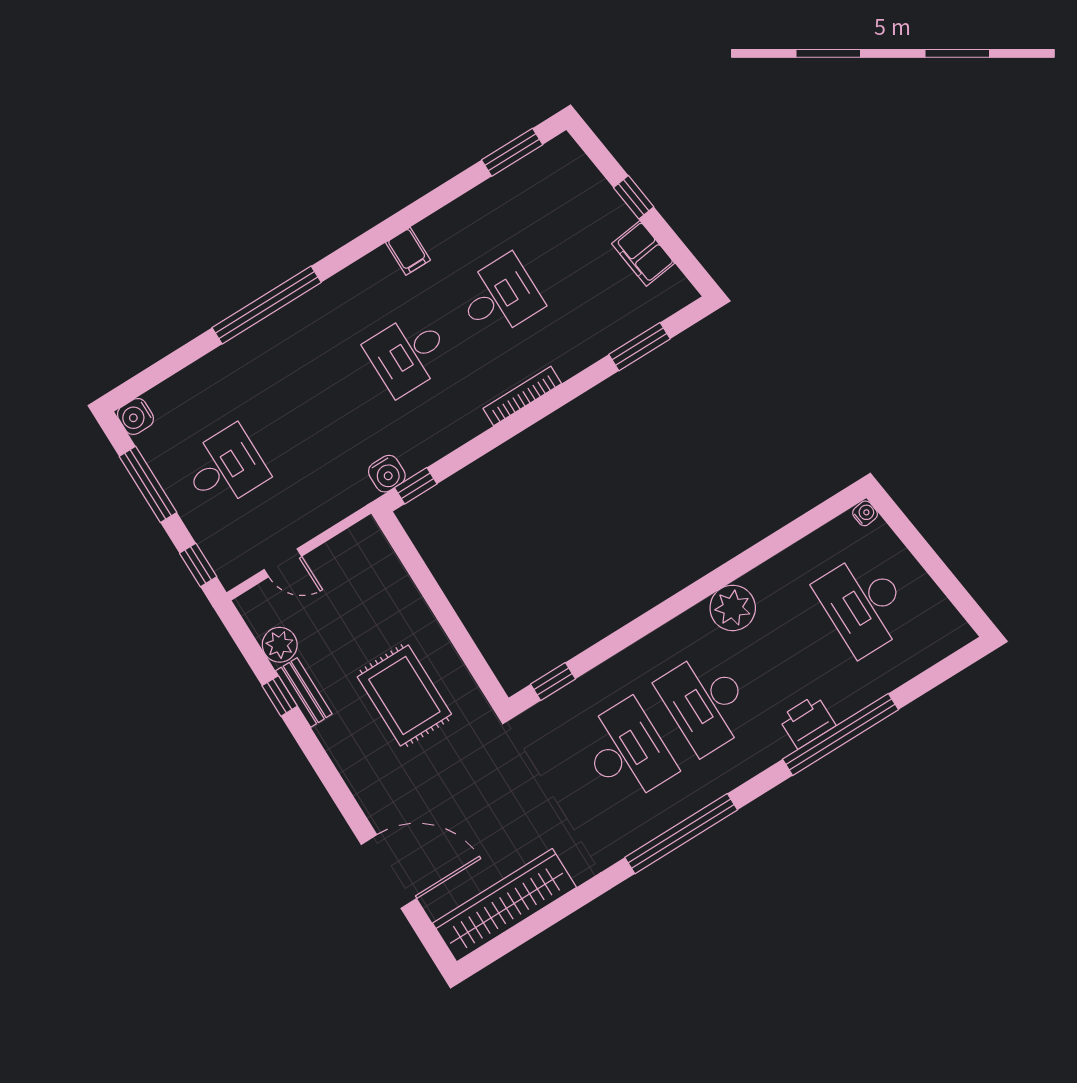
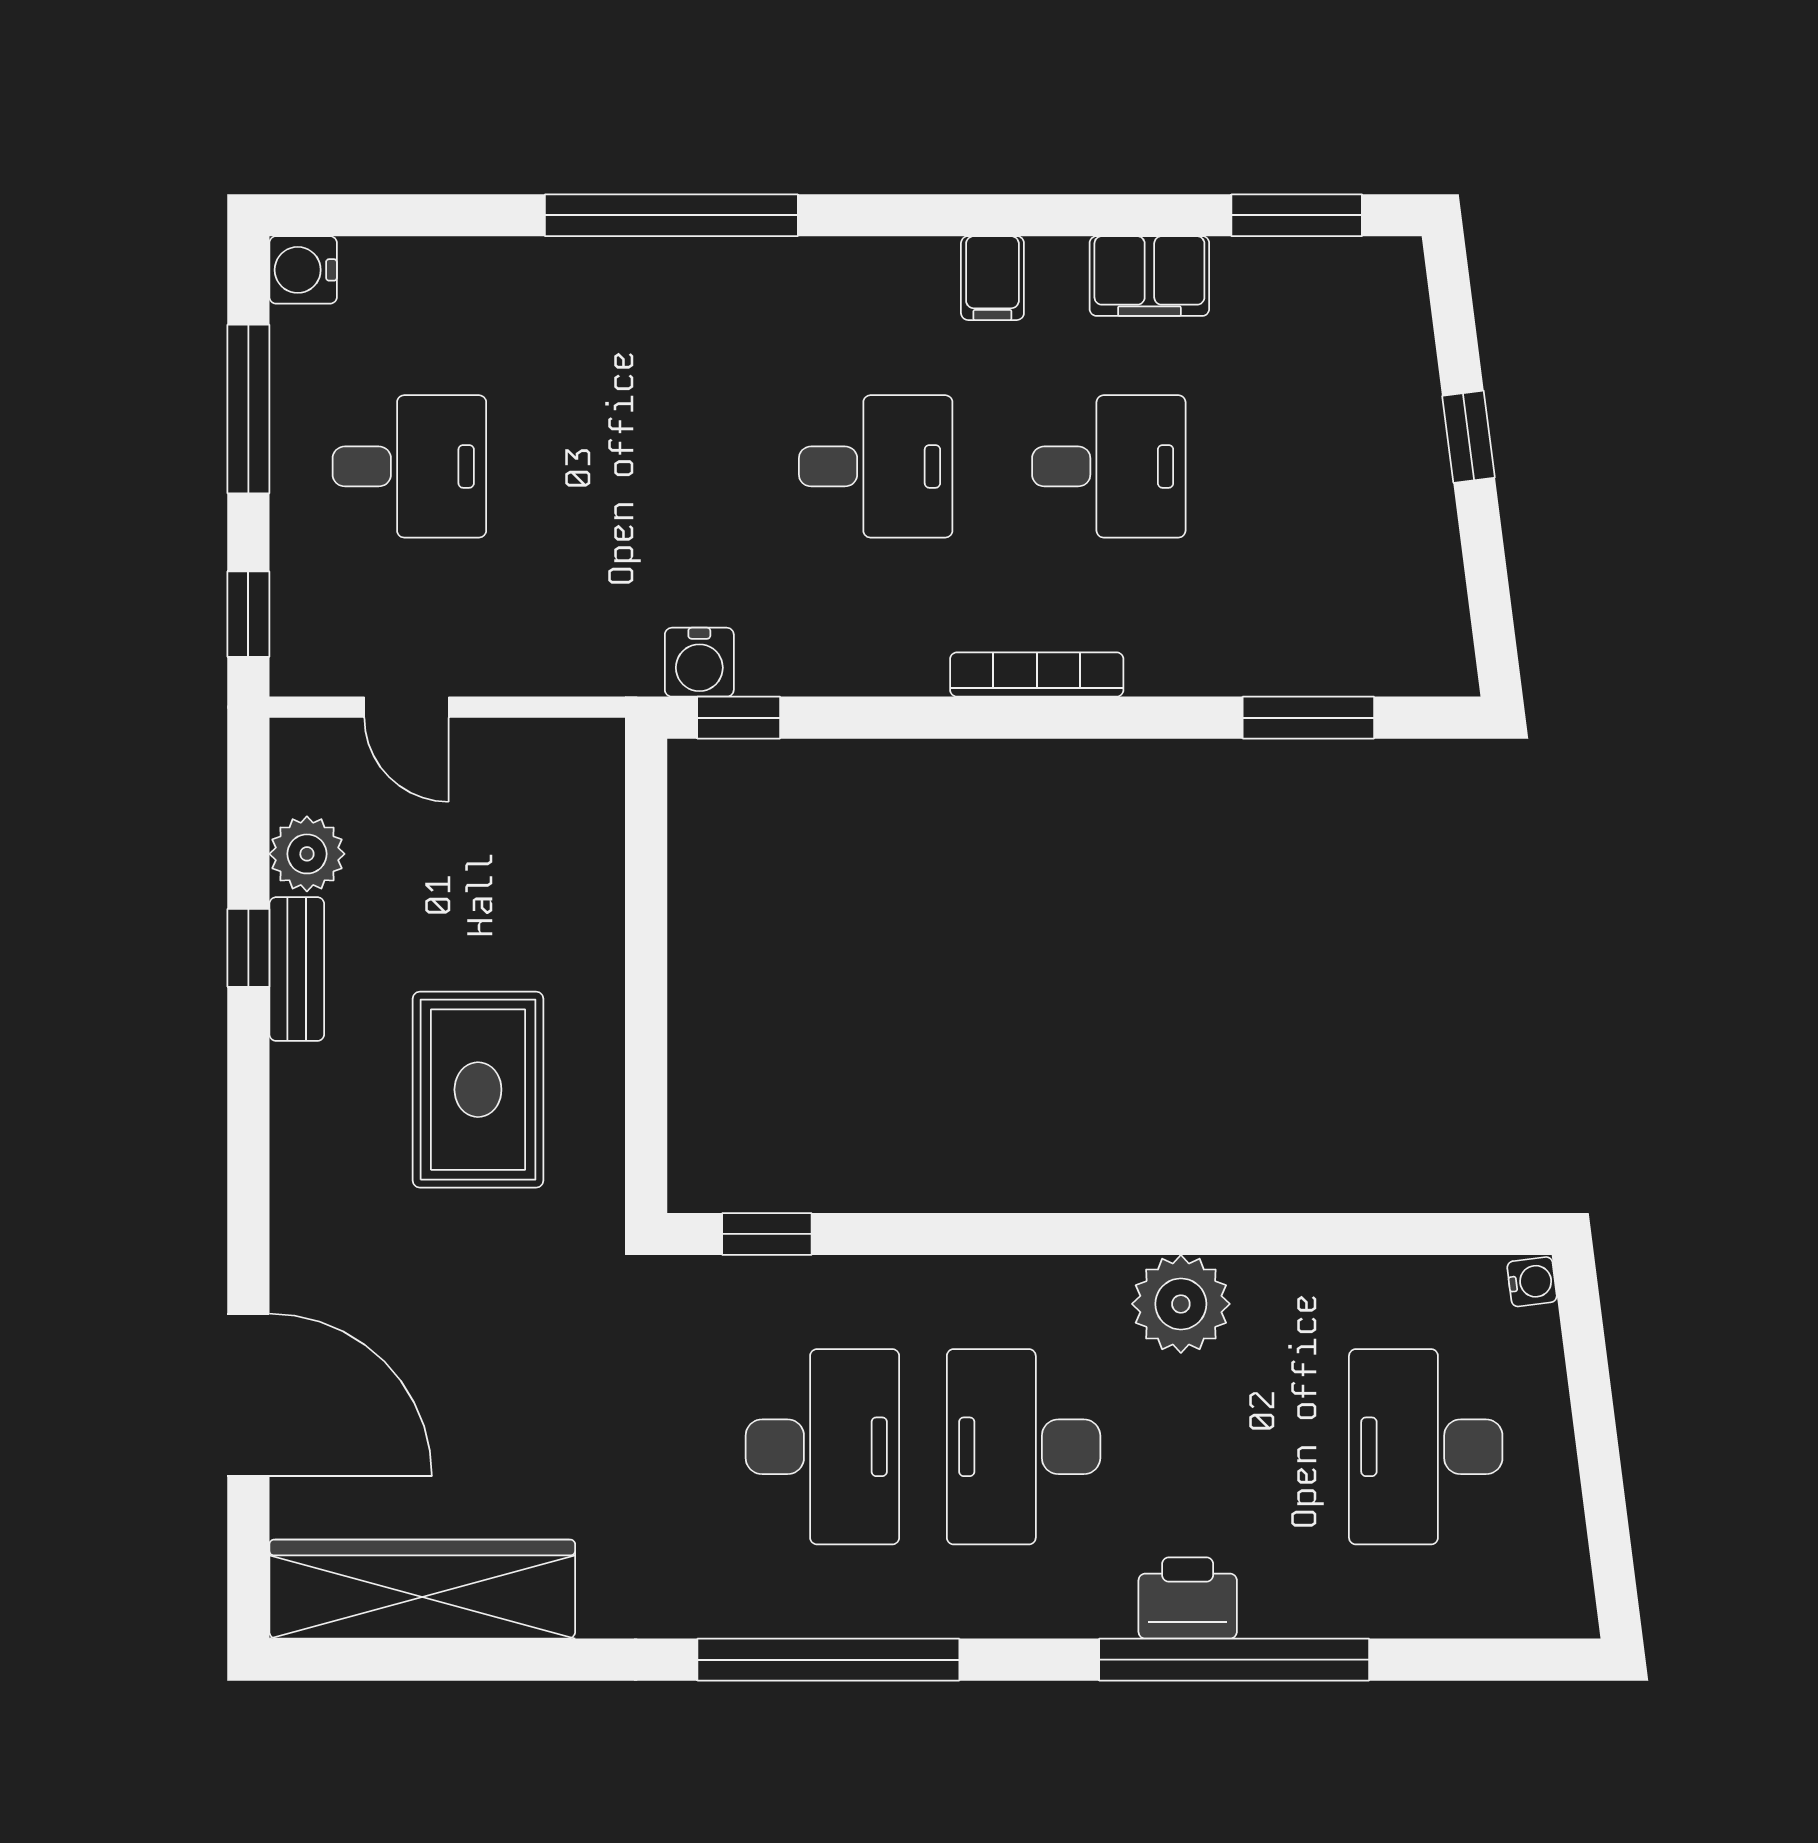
filing cabinet: (643, 253) -> (1149, 276), moved, turned -83
desk: (408, 354) -> (876, 466), turned 180

